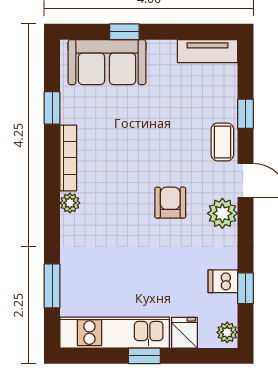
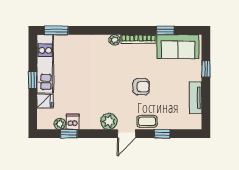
tv unit: (208, 51) -> (196, 98), moved
sofa: (107, 62) -> (178, 47), moved, turned -90
armchair: (170, 203) -> (141, 87), moved
window: (52, 286) -> (56, 30), moved
plant: (227, 332) -> (60, 124), moved

